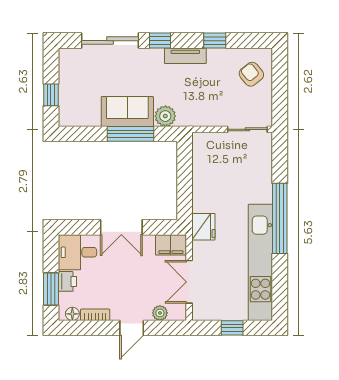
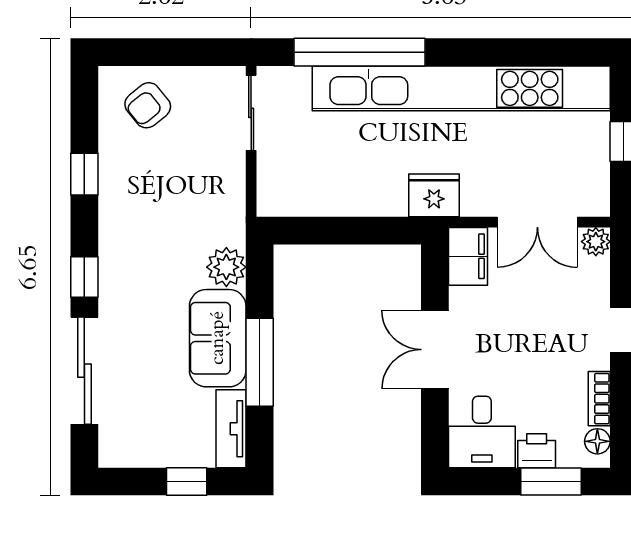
tv unit: (185, 56) -> (231, 429), moved, turned 180
window: (130, 134) -> (260, 362), moved
window: (280, 218) -> (359, 52), moved
double door: (121, 227) -> (435, 350), swing flipped
kitchen unit: (260, 262) -> (461, 88), width x1.36
plant: (160, 313) -> (596, 242), moved

